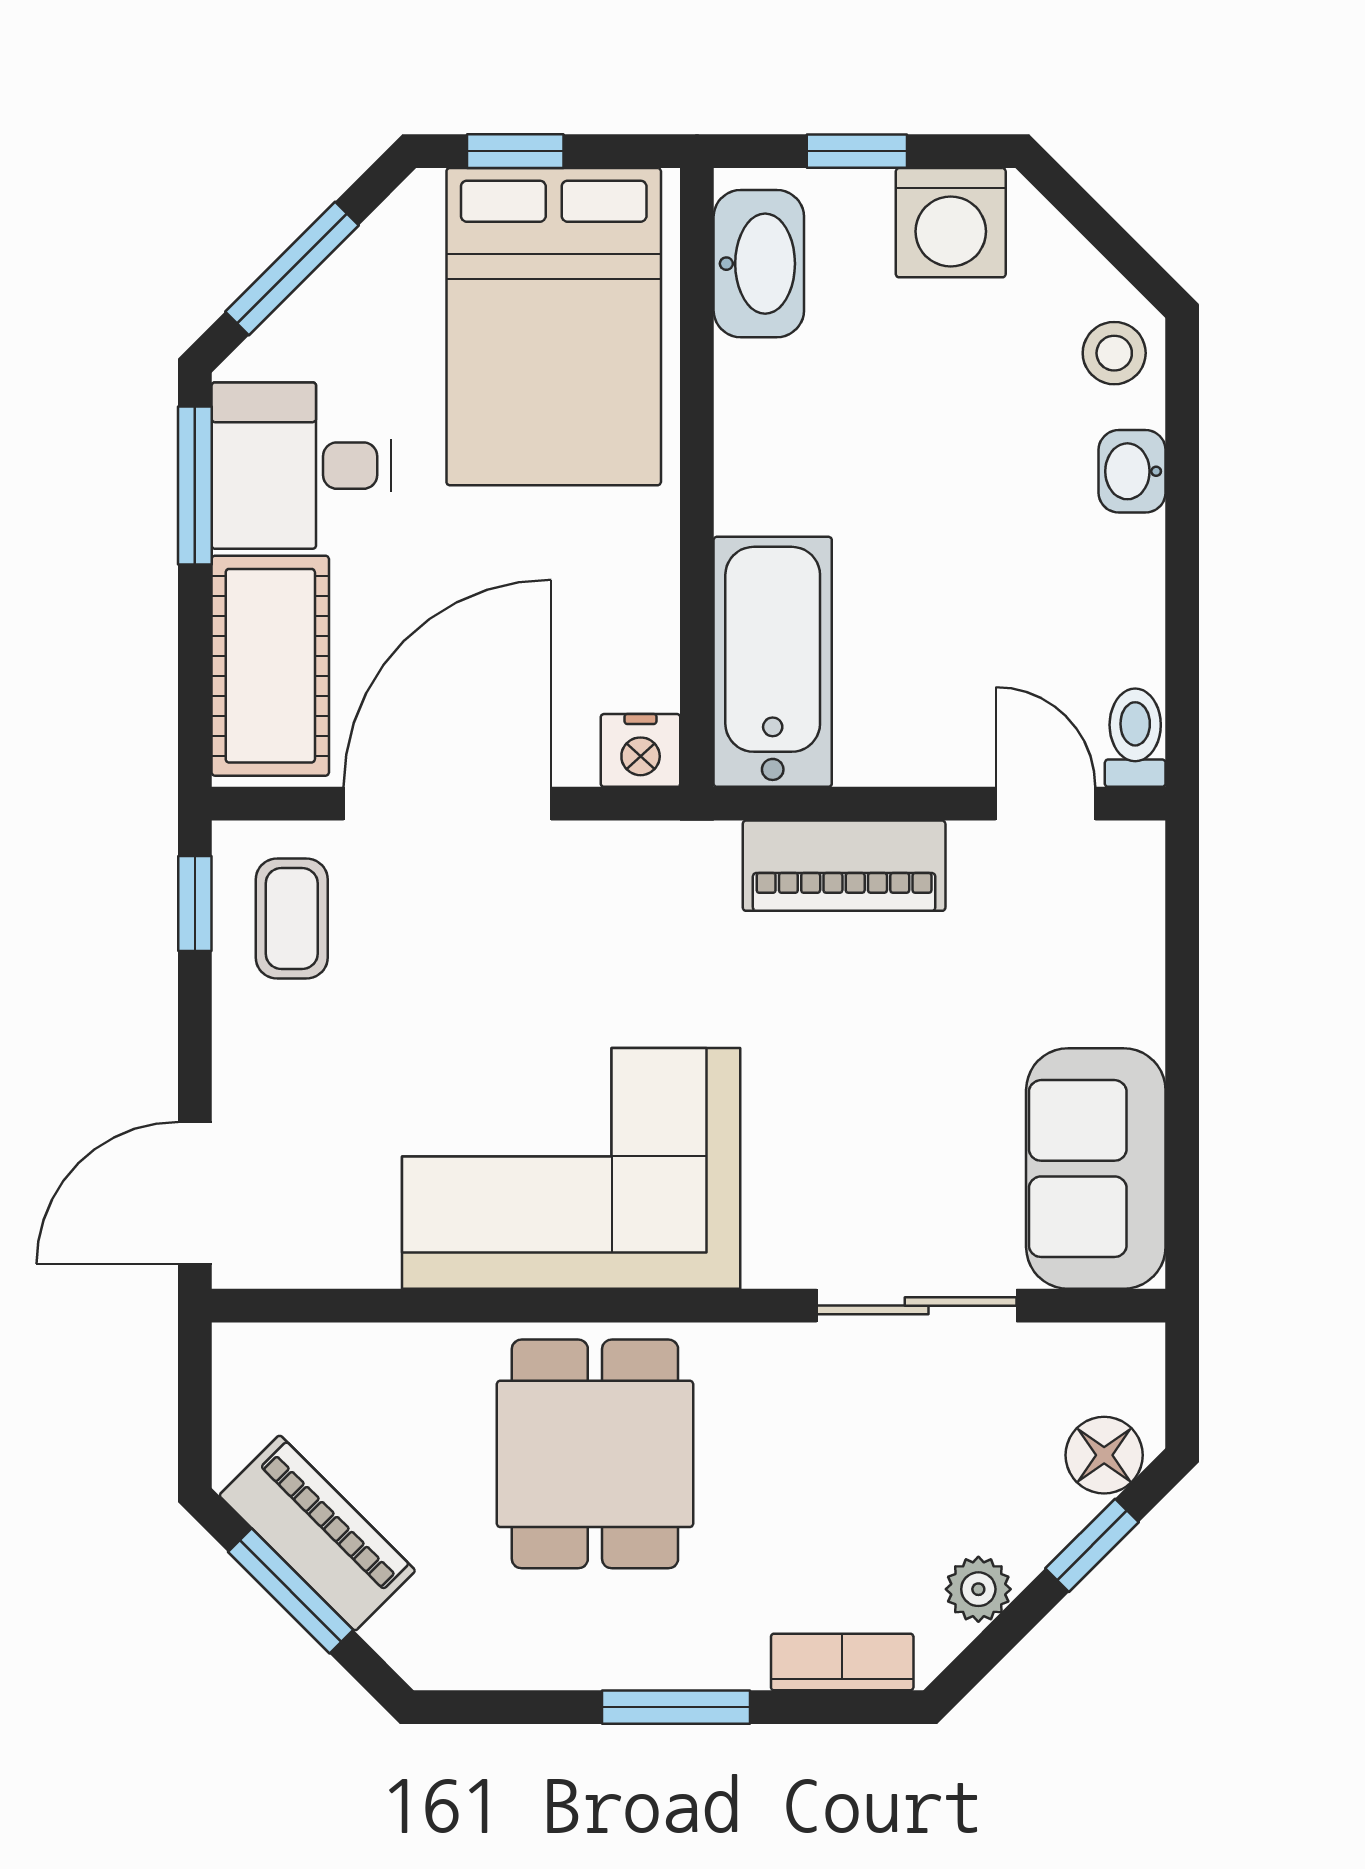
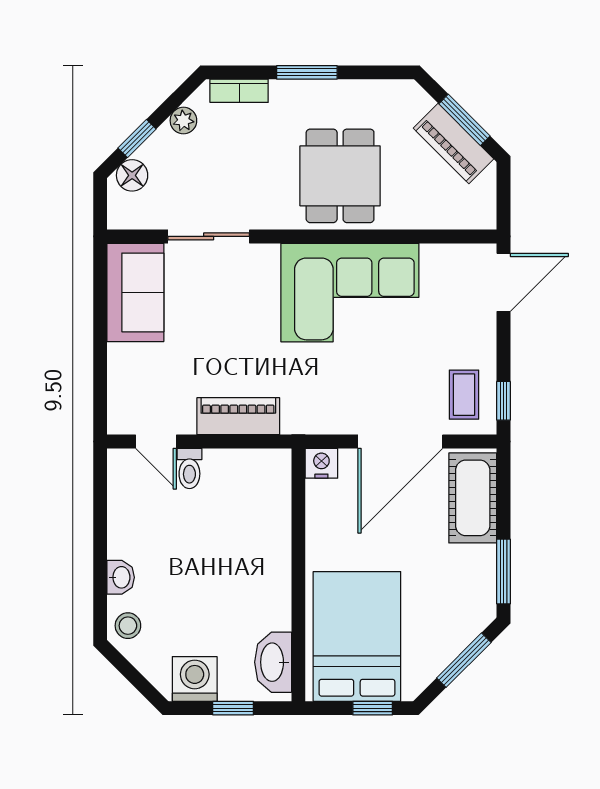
desk: (302, 466) -> (460, 580), removed
bathtub: (773, 662) -> (267, 499), removed
toilet: (1135, 738) -> (189, 469), moved

